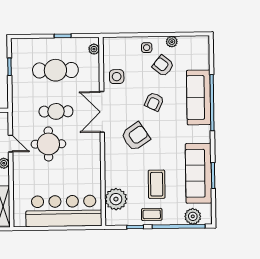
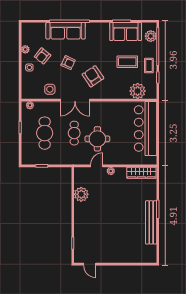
sofa: (199, 173) -> (126, 32), width x0.73

